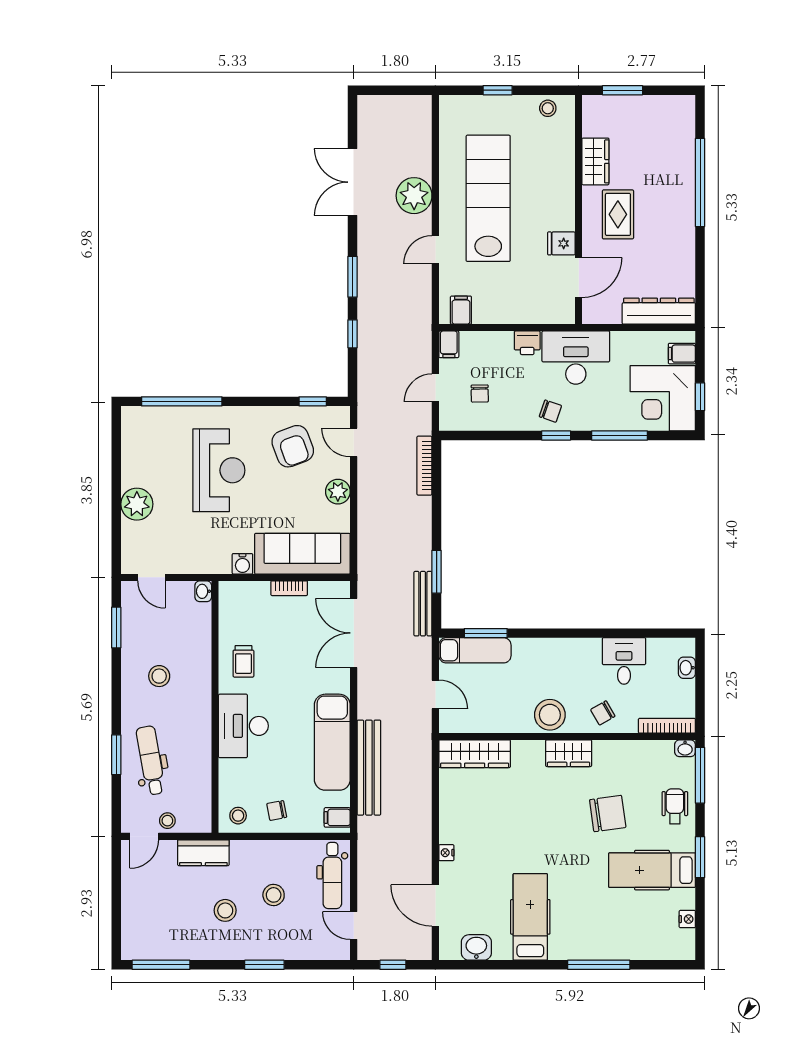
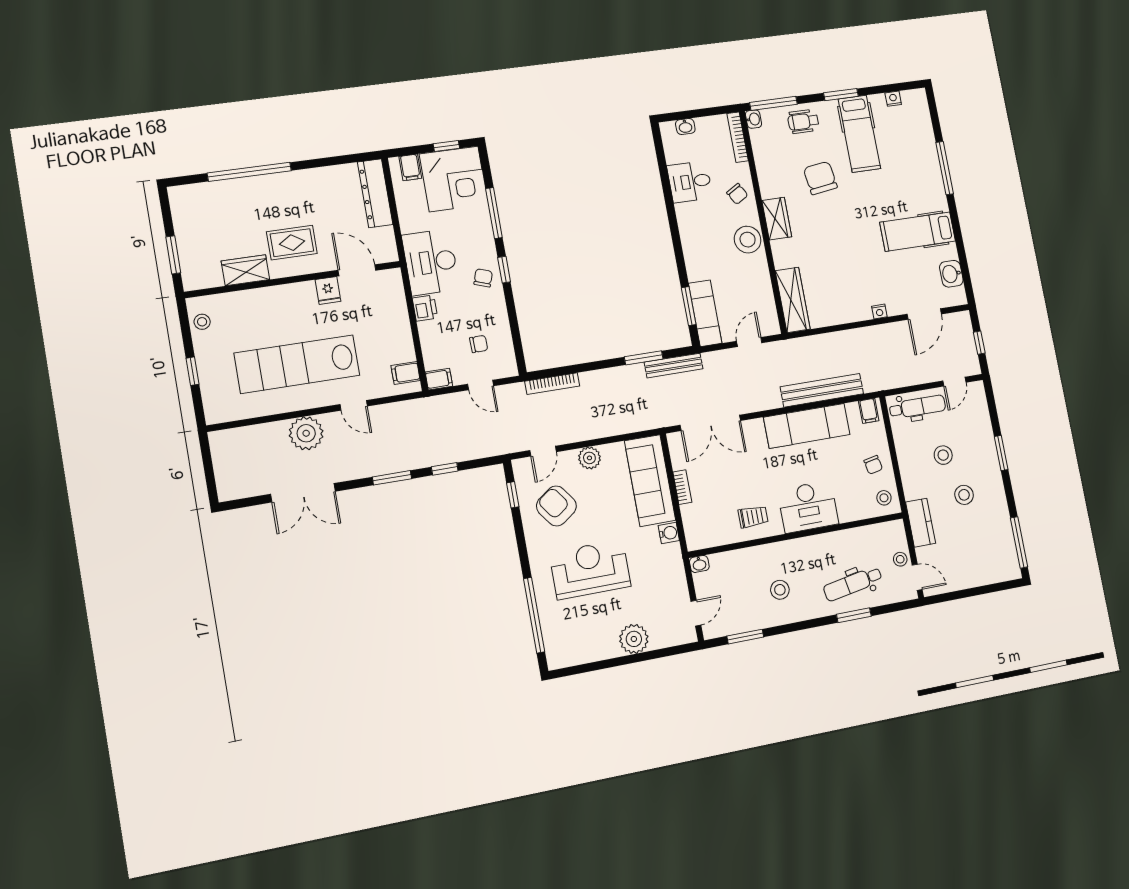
armchair: (293, 446) -> (556, 506), turned -106

